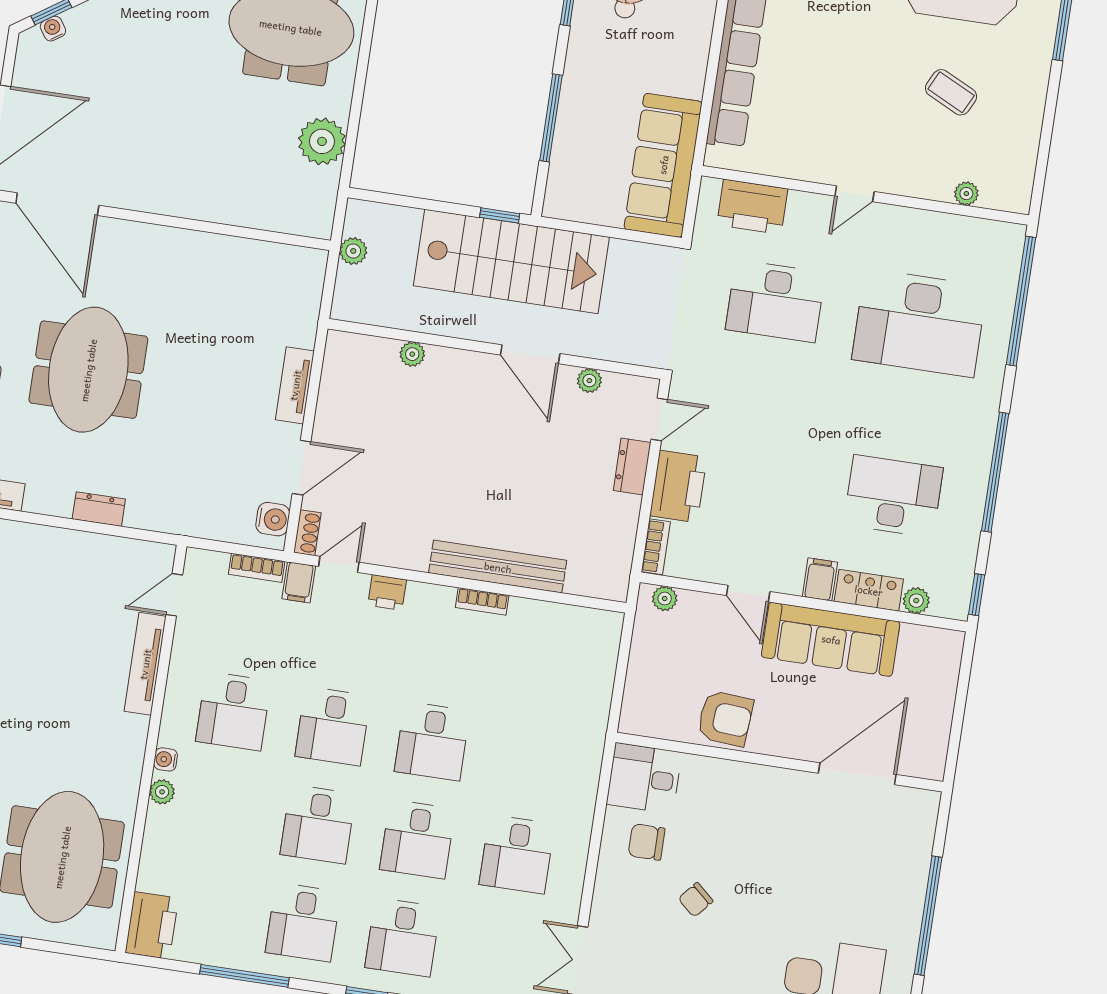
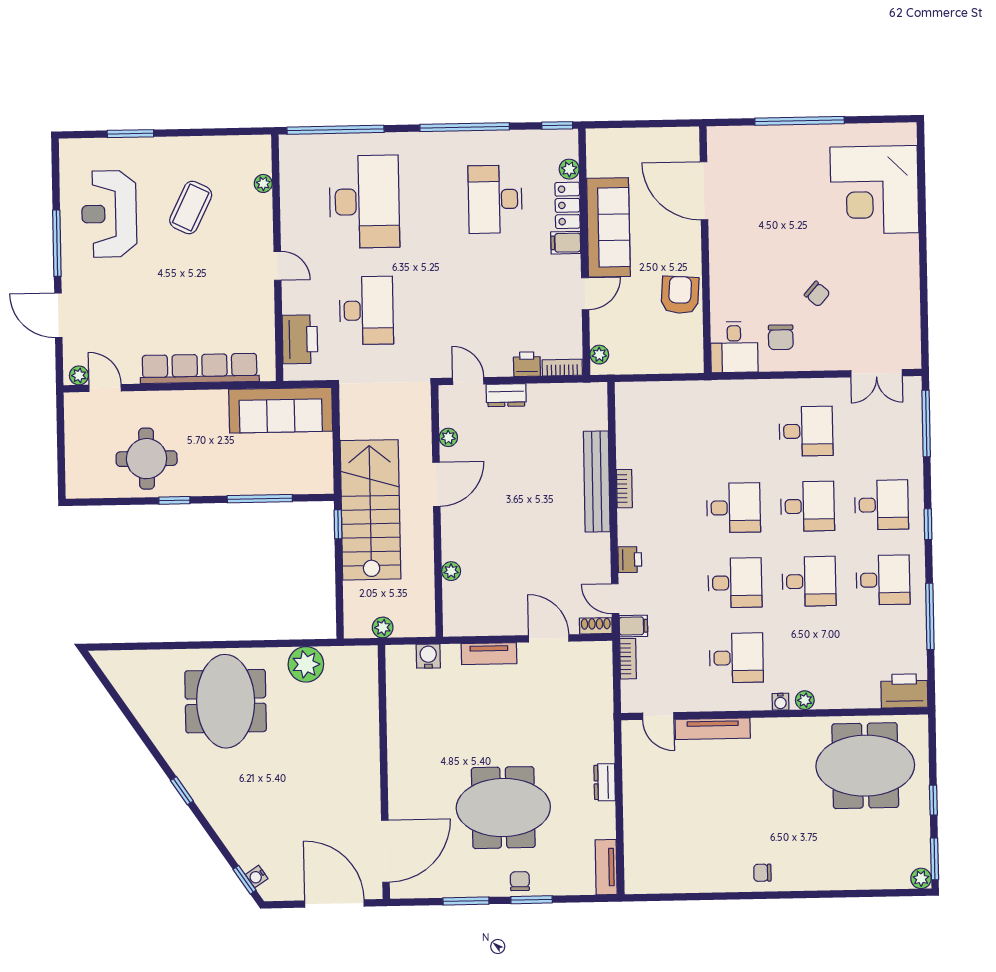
coffee table: (951, 92) -> (191, 207), width x1.36, depth x1.30
printer: (678, 487) -> (527, 364), width x0.53, depth x0.68
water cooler: (273, 519) -> (428, 656), moved

